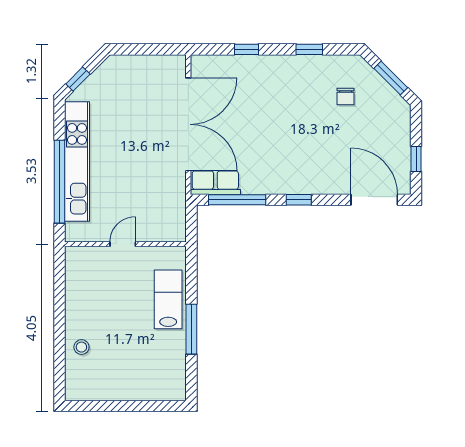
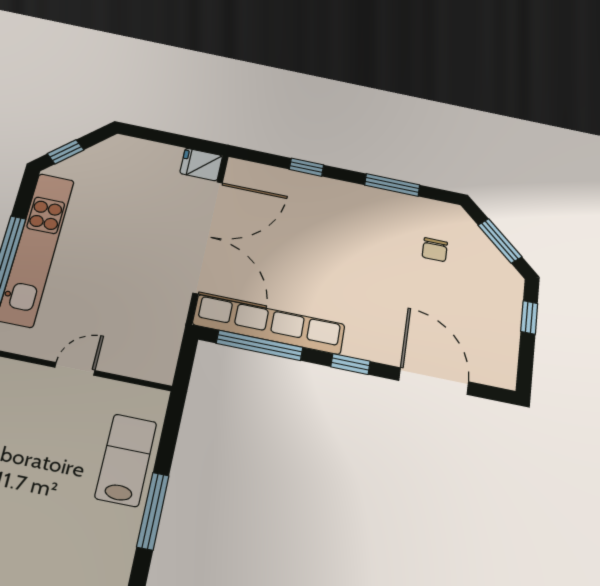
window: (309, 49) -> (392, 185), width x1.50
fridge: (173, 66) -> (201, 164), added
window: (416, 159) -> (529, 317), moved
row of seats: (215, 183) -> (269, 324), width x2.02
door: (374, 200) -> (434, 381), moved

